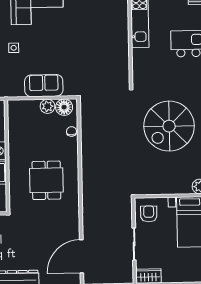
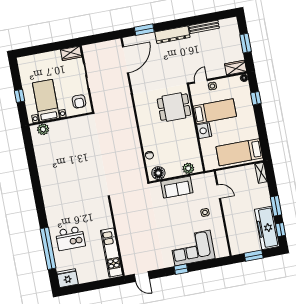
plant: (47, 106) -> (188, 168), moved
spiral stairs: (169, 126) -> (75, 172), removed
dining table: (46, 180) -> (174, 107), moved, turned 90

